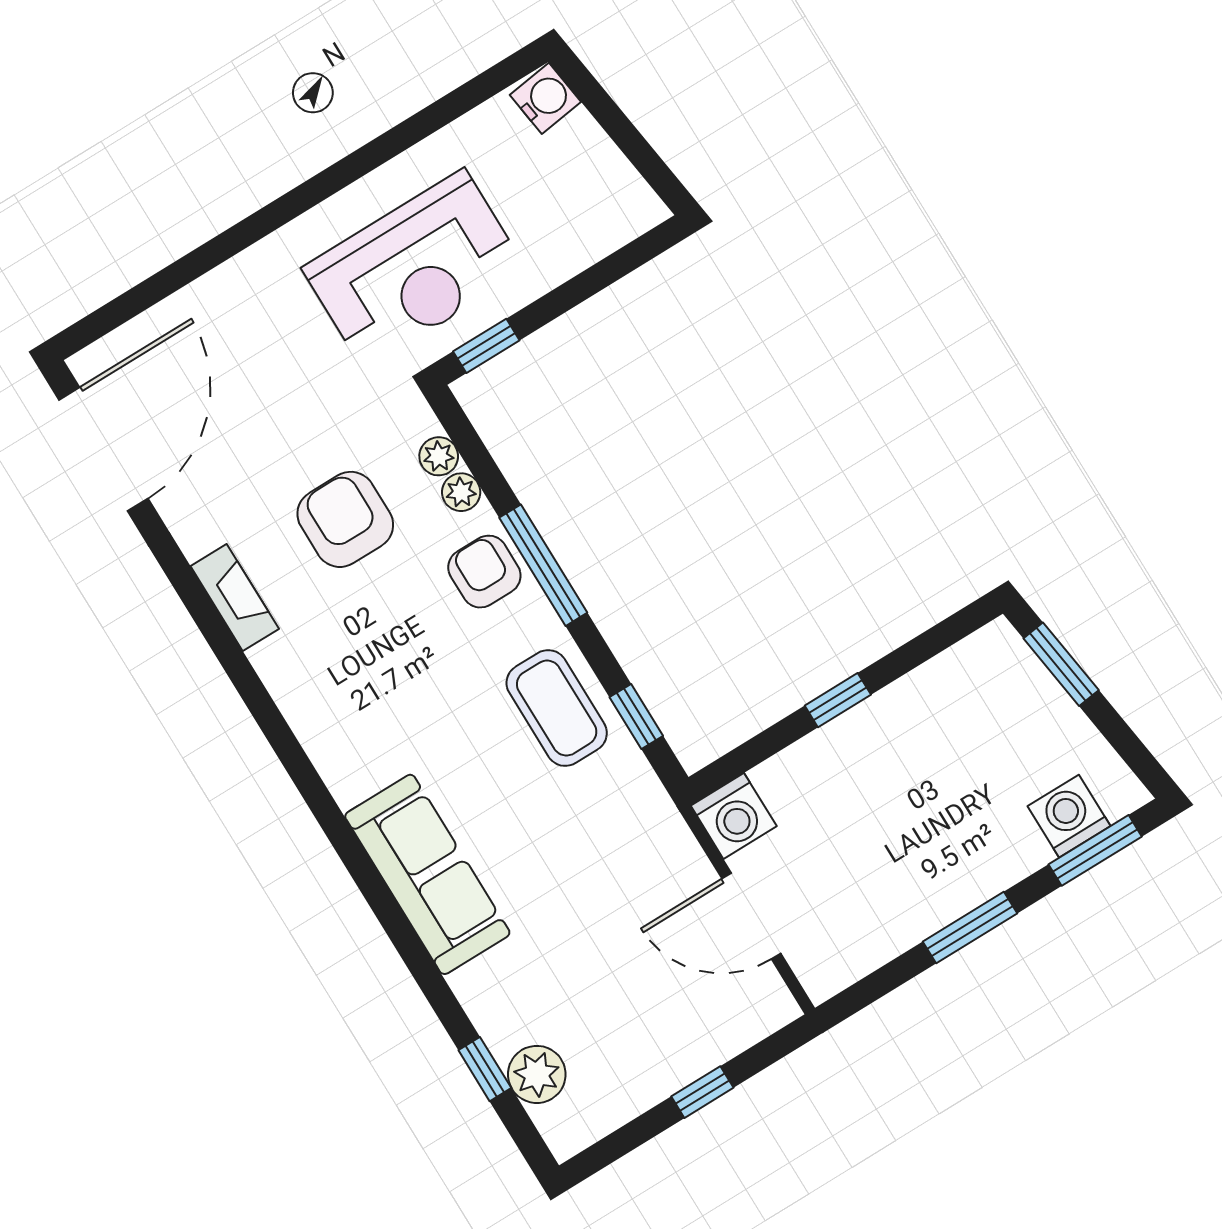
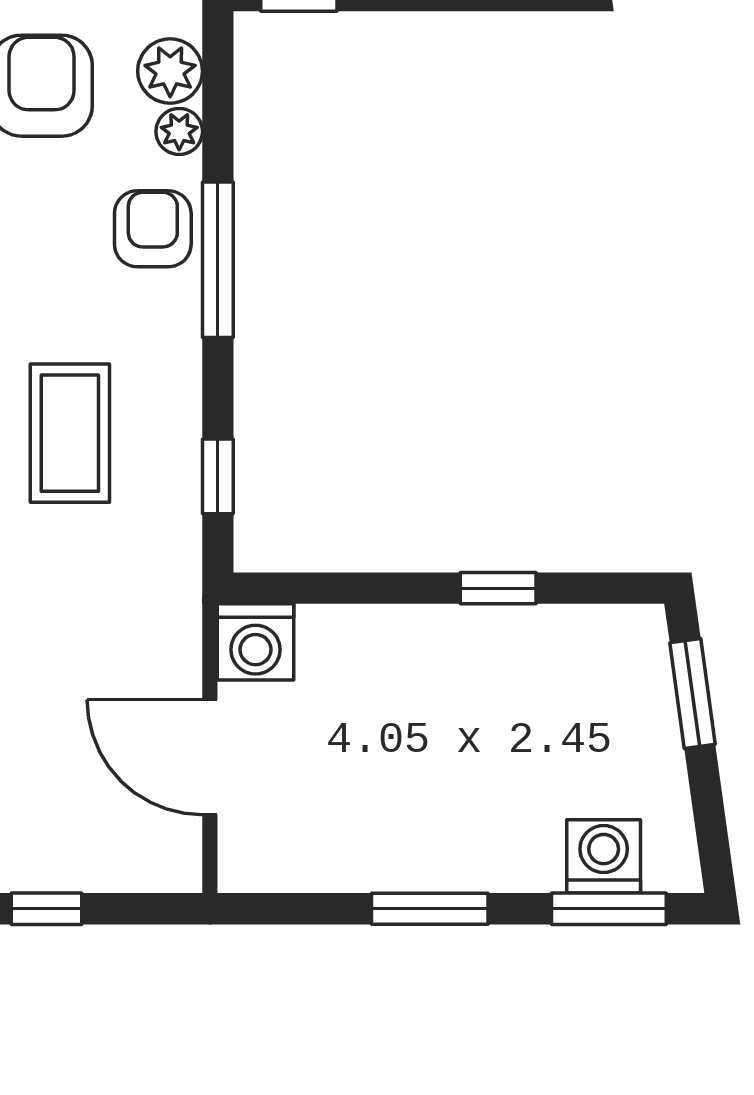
plant: (439, 456) -> (170, 71), width x1.38, depth x1.38
window: (838, 700) -> (498, 588), moved
coffee table: (557, 708) -> (70, 433), moved

